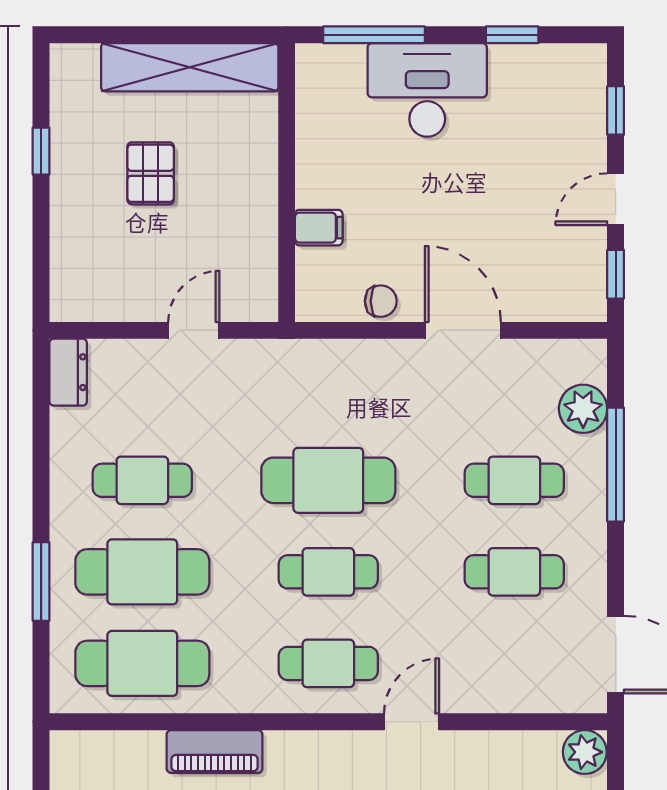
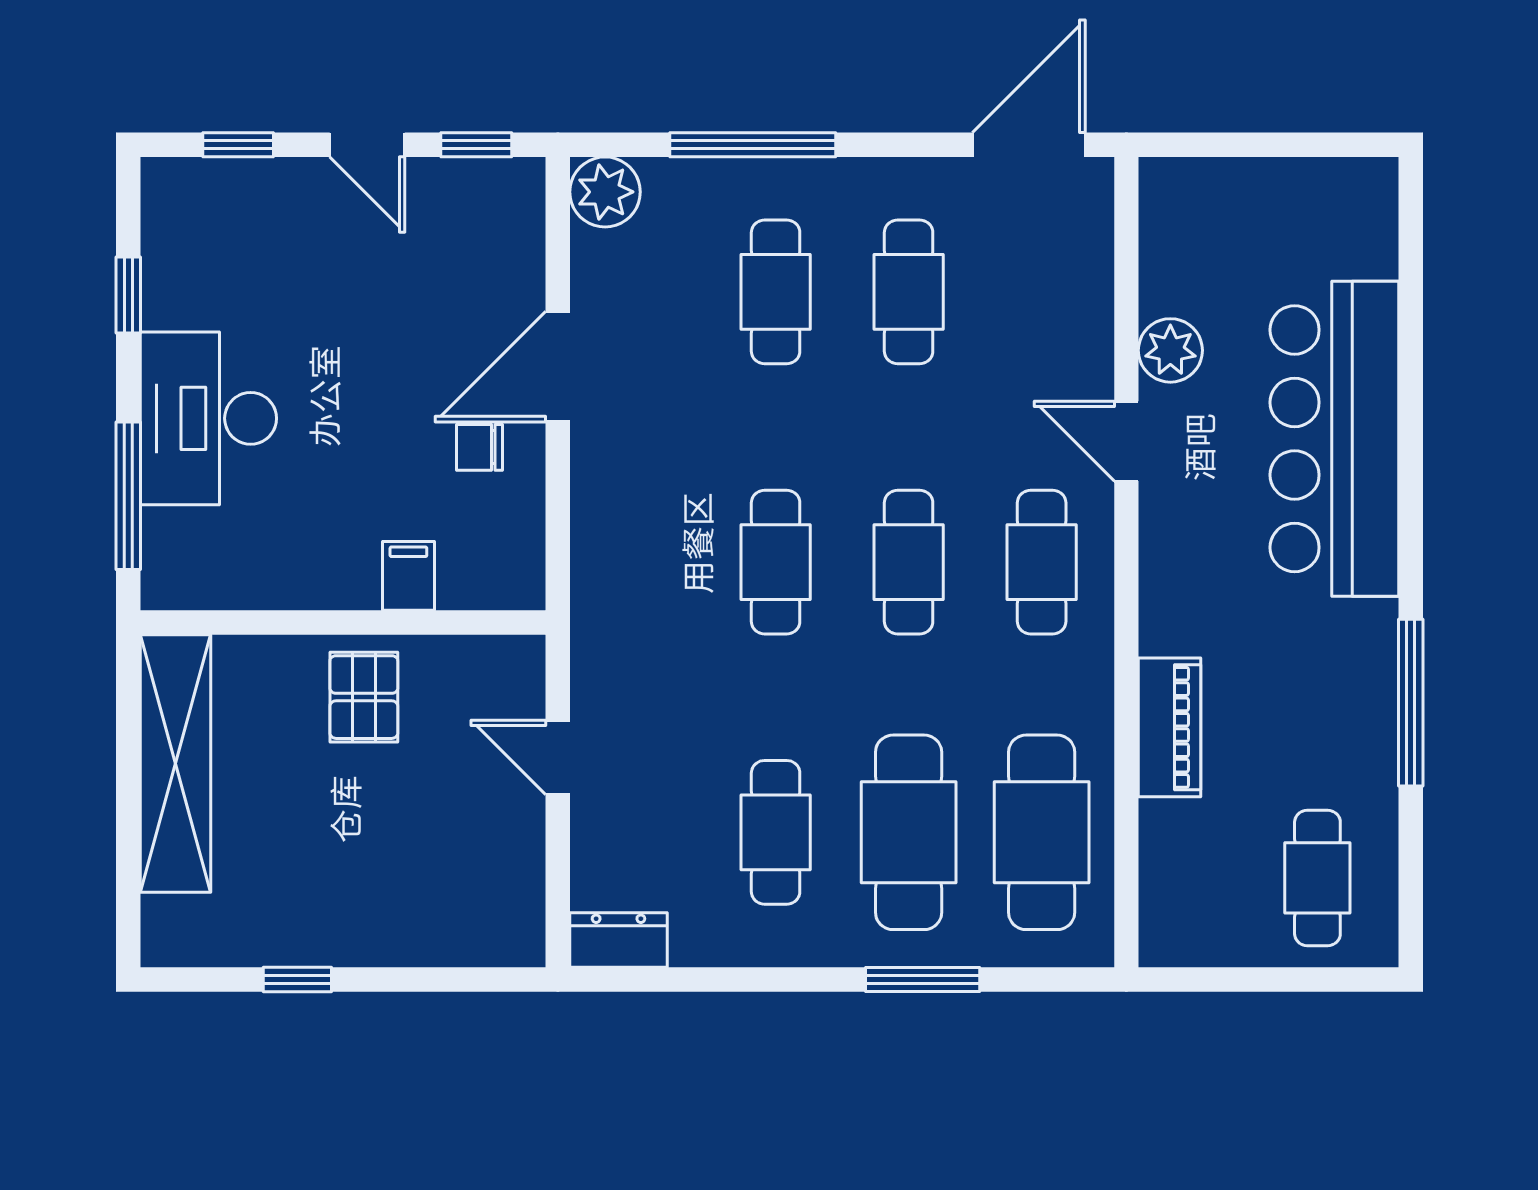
pallet: (151, 173) -> (364, 697), moved, turned 90
chair: (381, 301) -> (479, 447), moved, turned -90
plant: (583, 409) -> (605, 192), moved
cafe table: (328, 480) -> (776, 562), width x0.73, depth x0.74
plant: (585, 752) -> (1170, 350), moved

